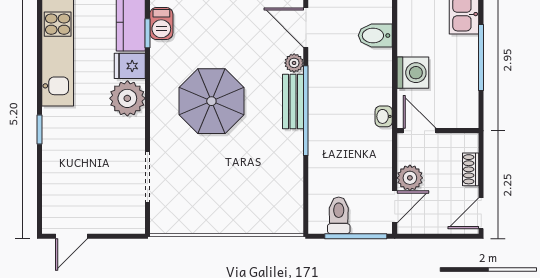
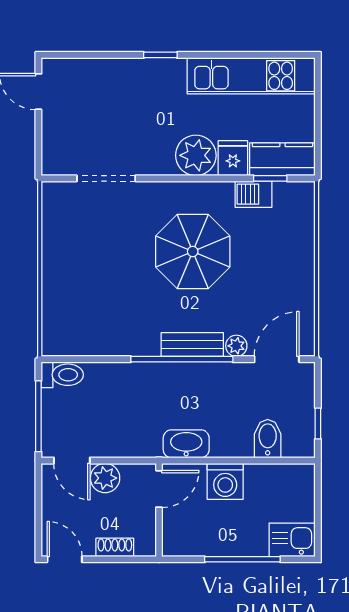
barbecue: (161, 24) -> (253, 194), moved
washbasin: (384, 116) -> (186, 444), width x1.91, depth x1.45
toilet: (339, 215) -> (62, 375), moved

